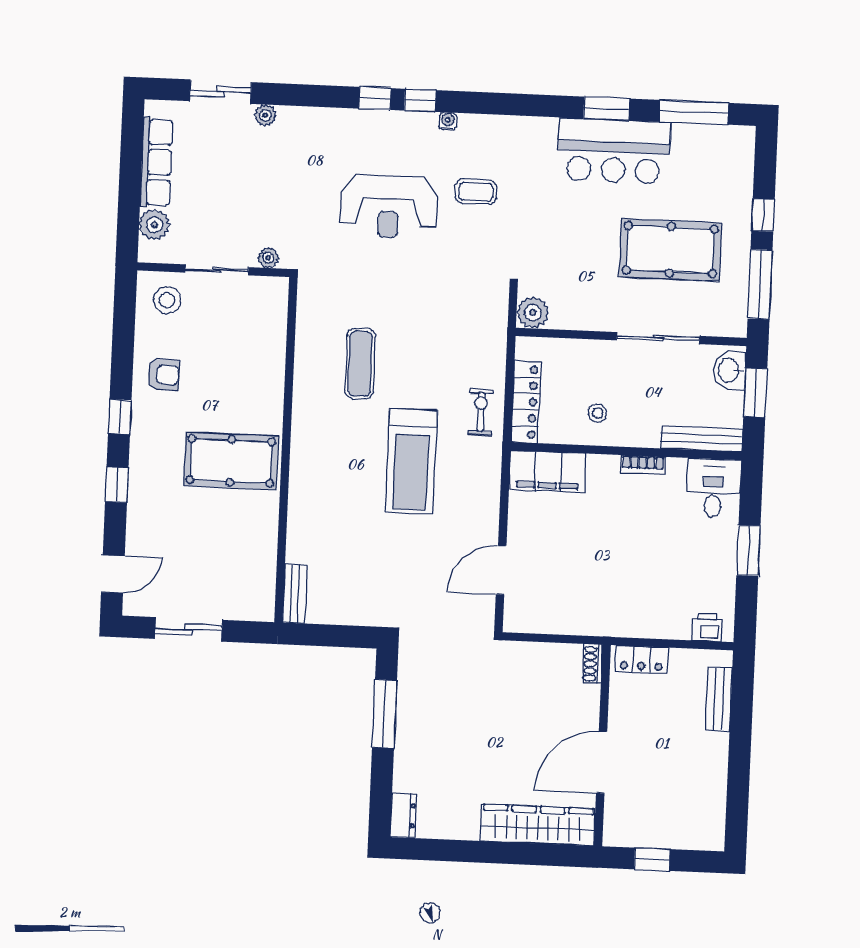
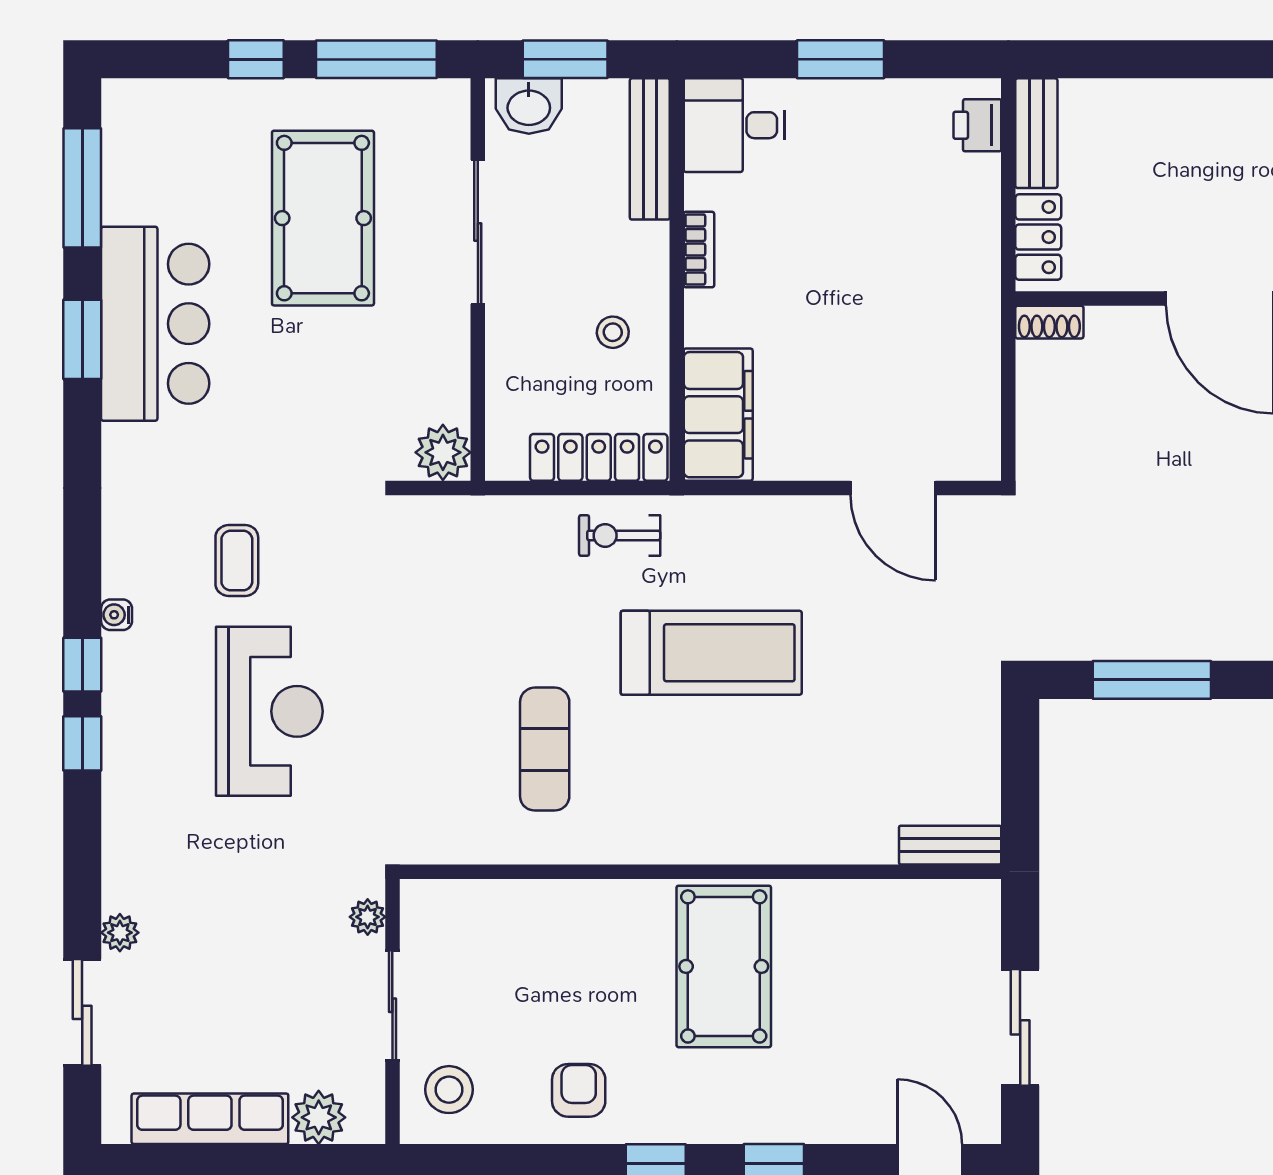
exercise mat: (360, 364) -> (545, 749), turned 90
bench: (719, 699) -> (1036, 133), moved, turned 90

